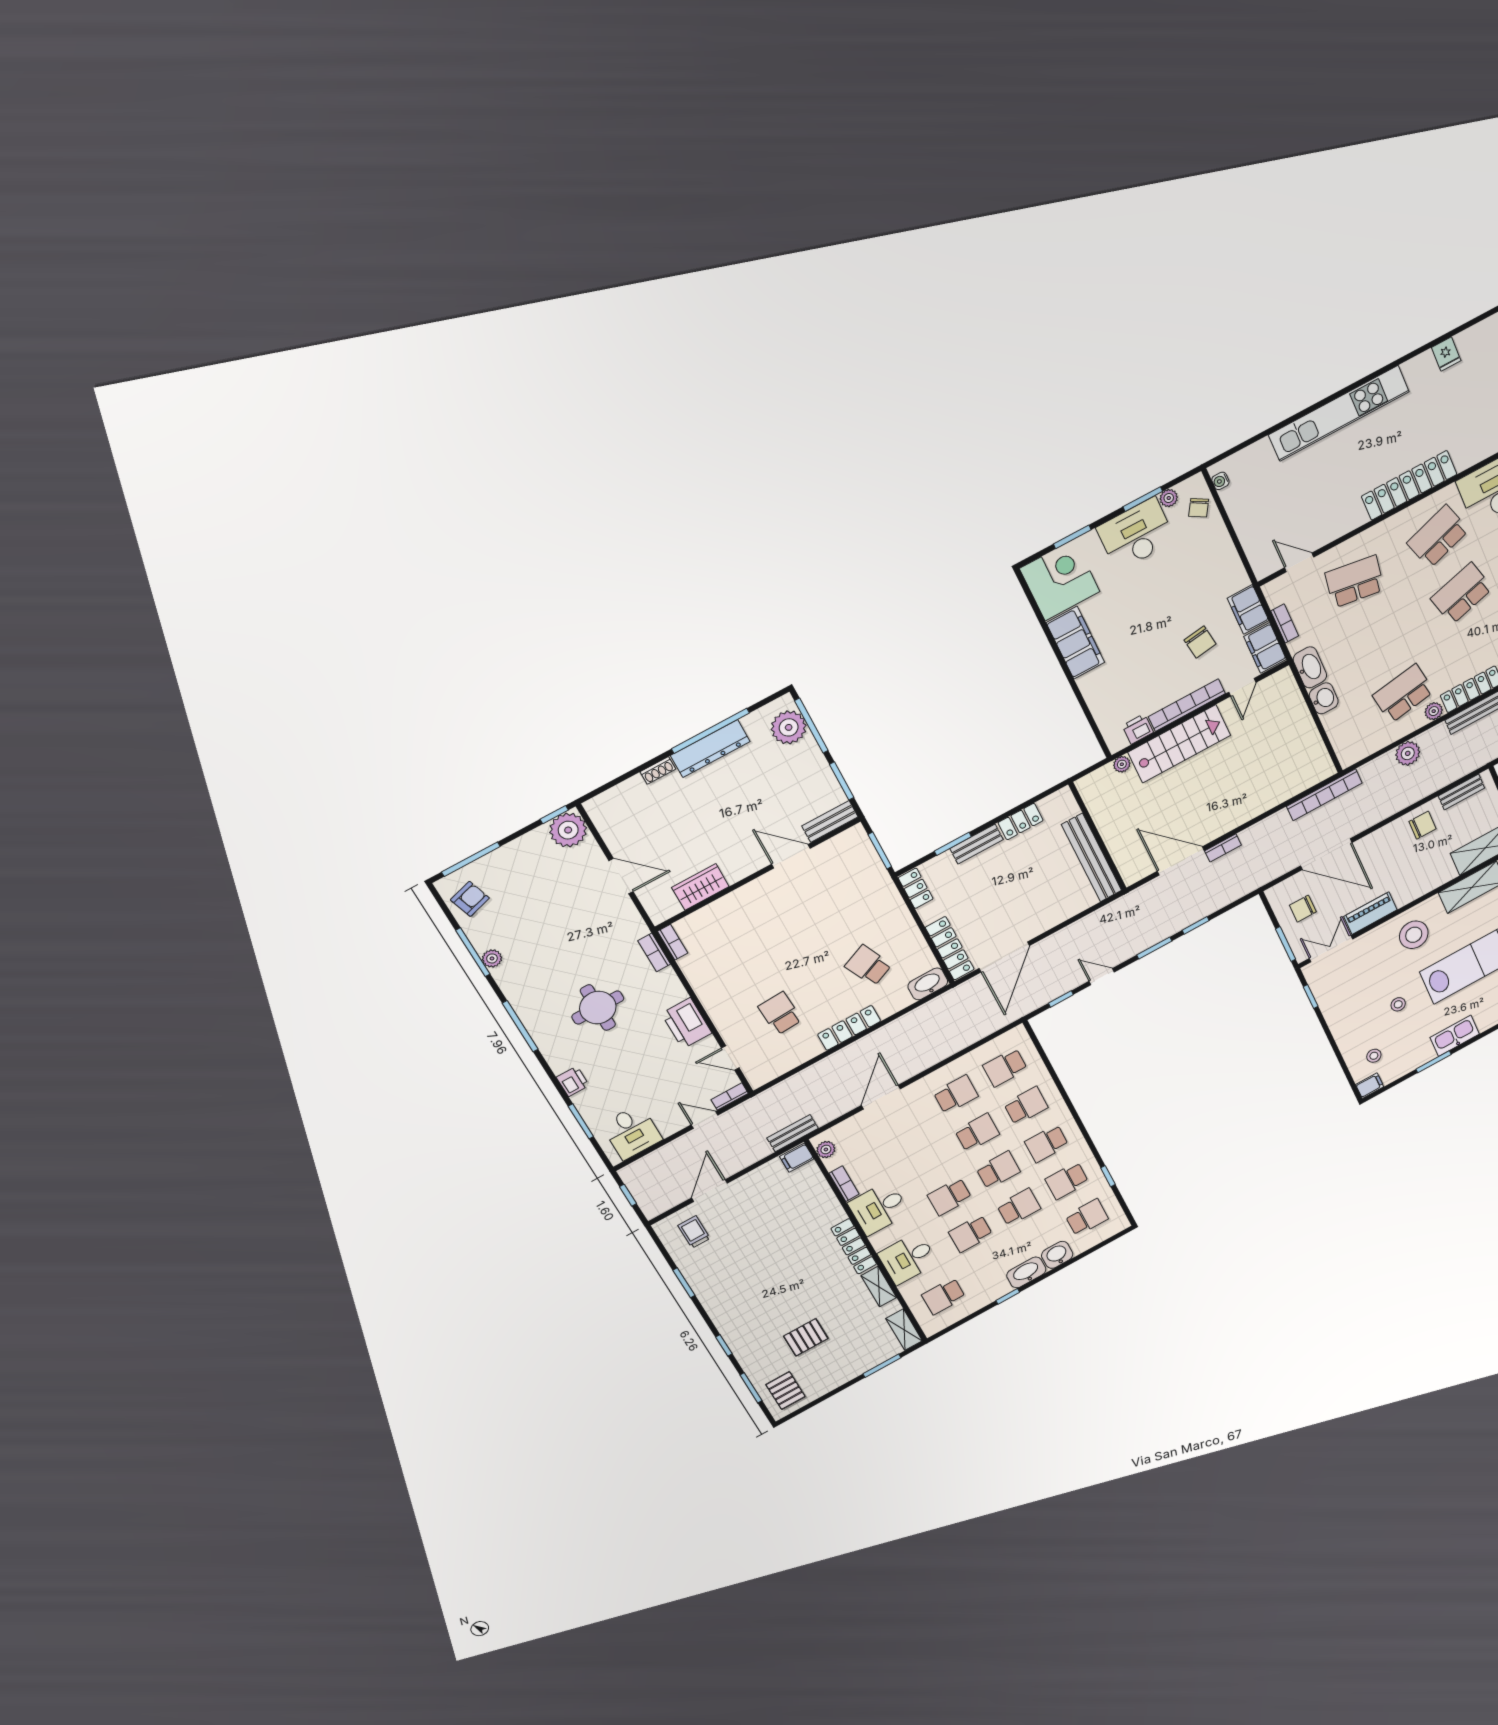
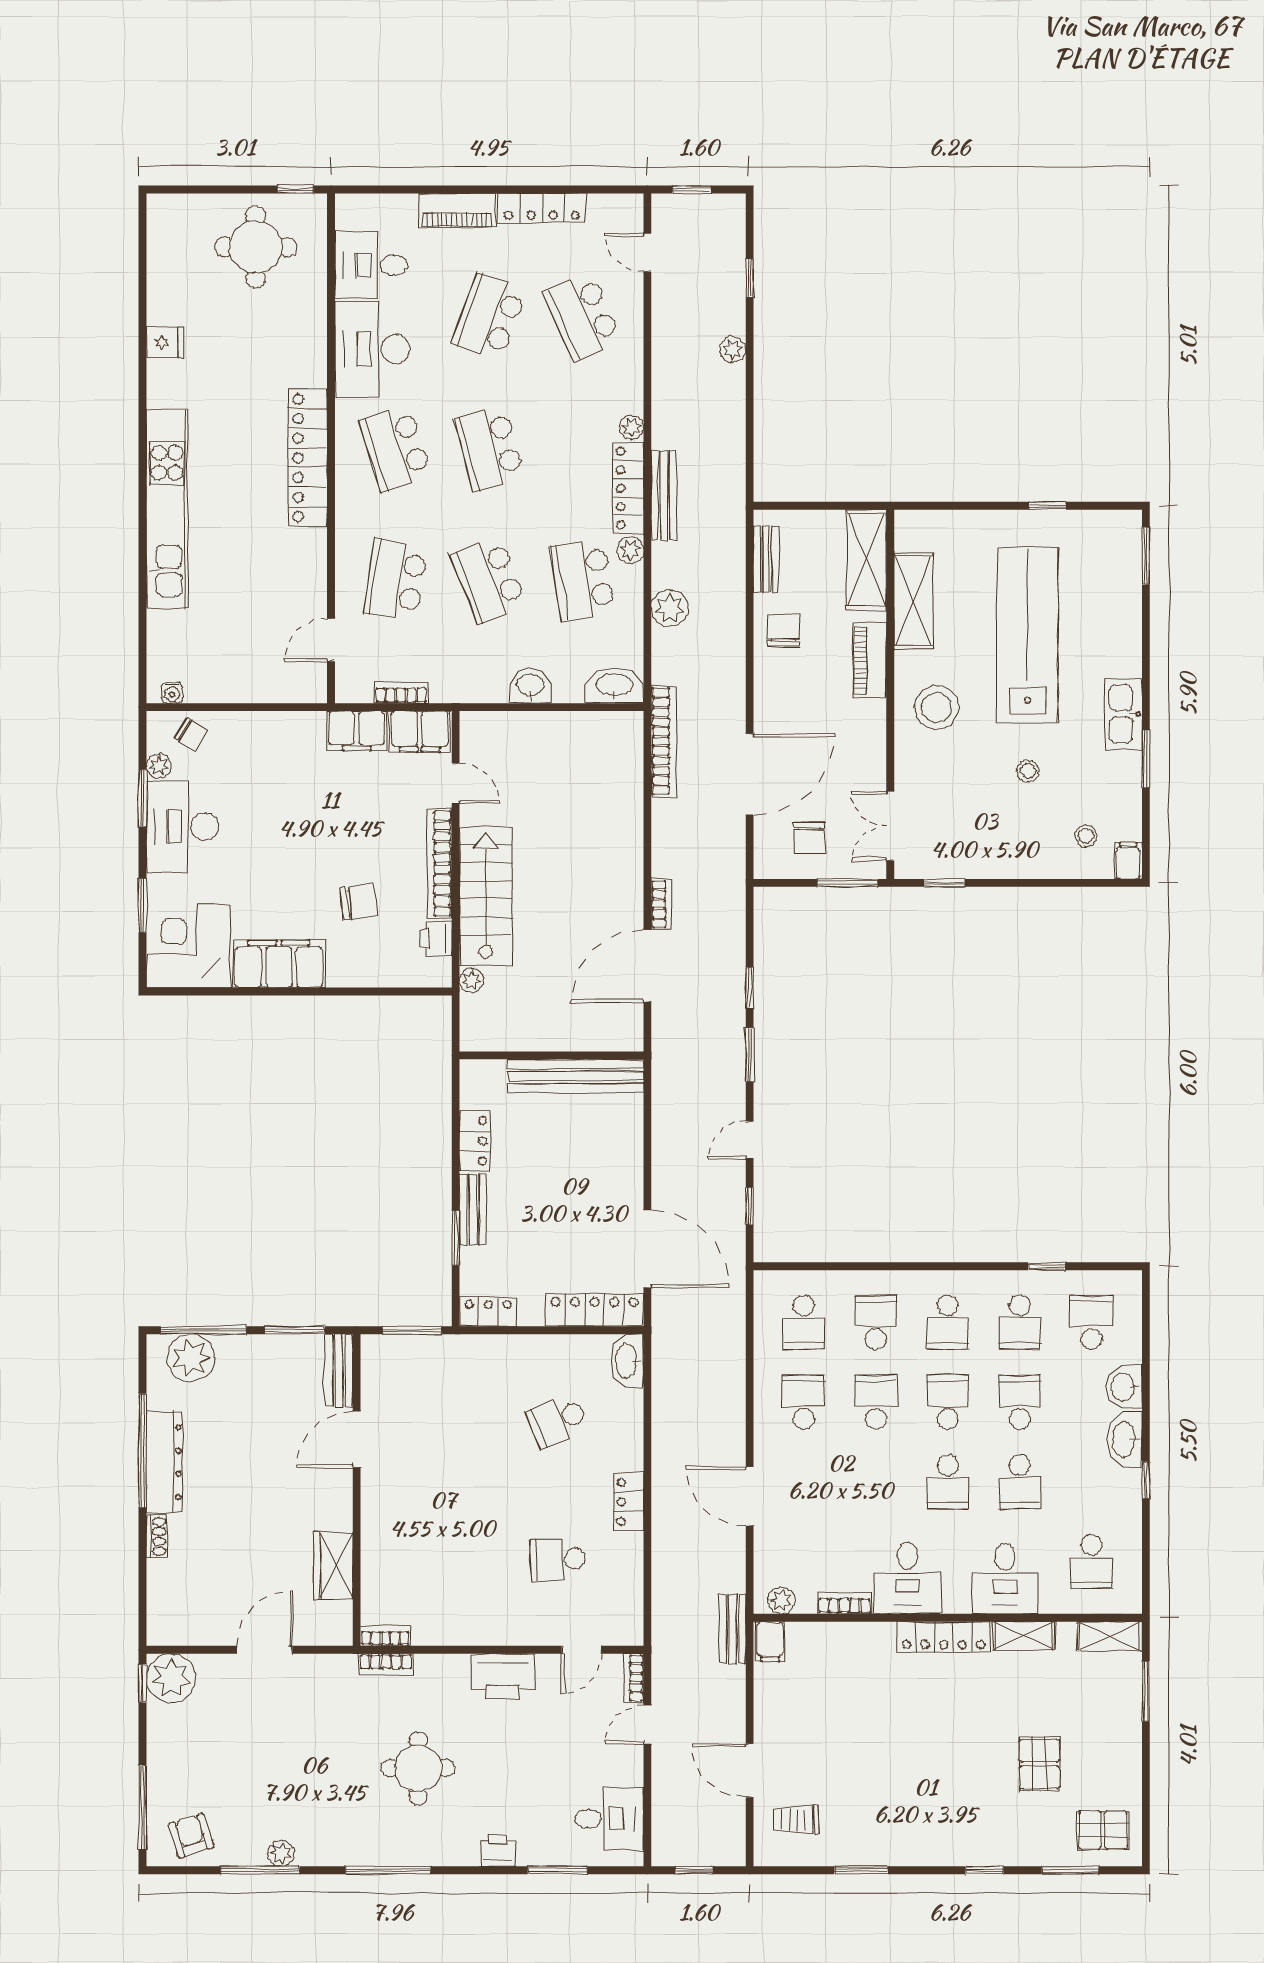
school desk: (1379, 638) -> (489, 580), added
chair: (1200, 642) -> (359, 902), moved
washbasin: (1310, 667) -> (615, 686), moved
piano: (1370, 913) -> (870, 660), moved
locker: (849, 1028) -> (629, 1502), width x0.66

